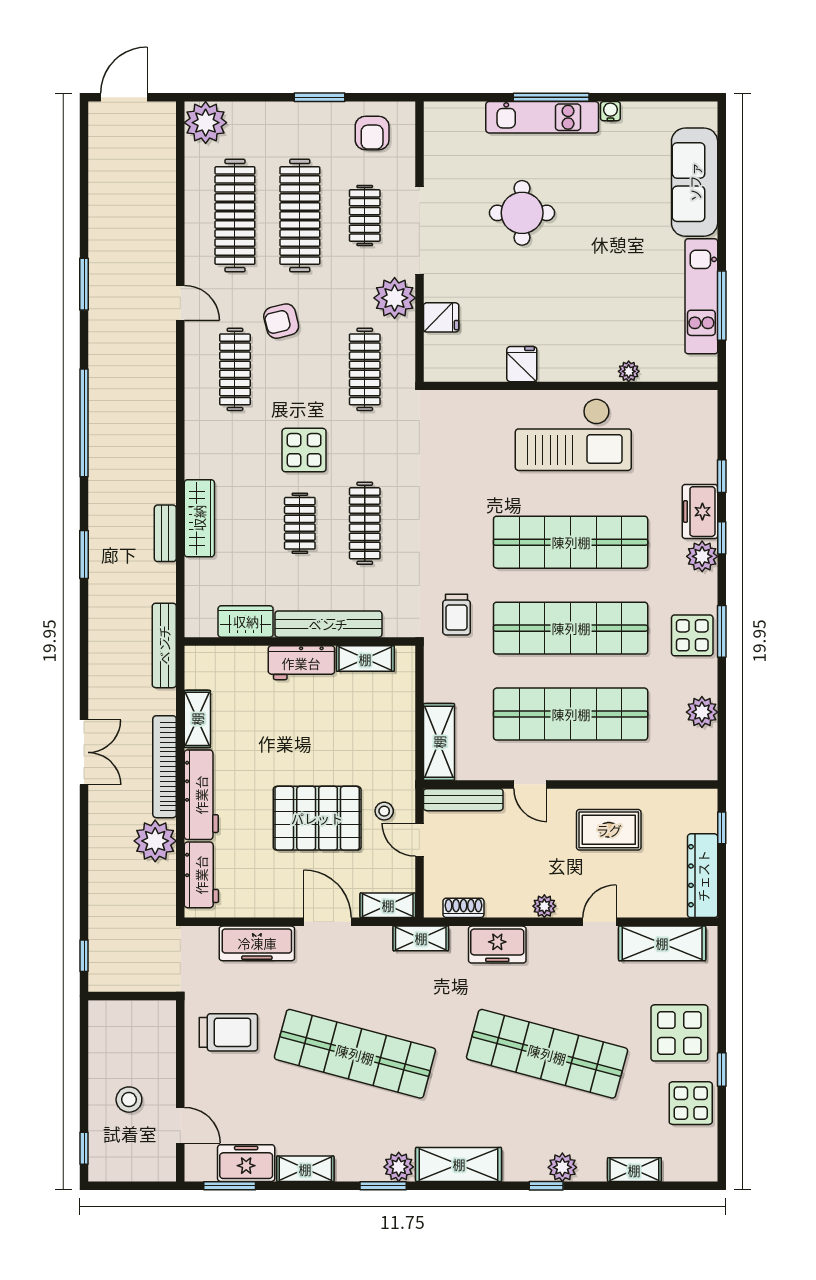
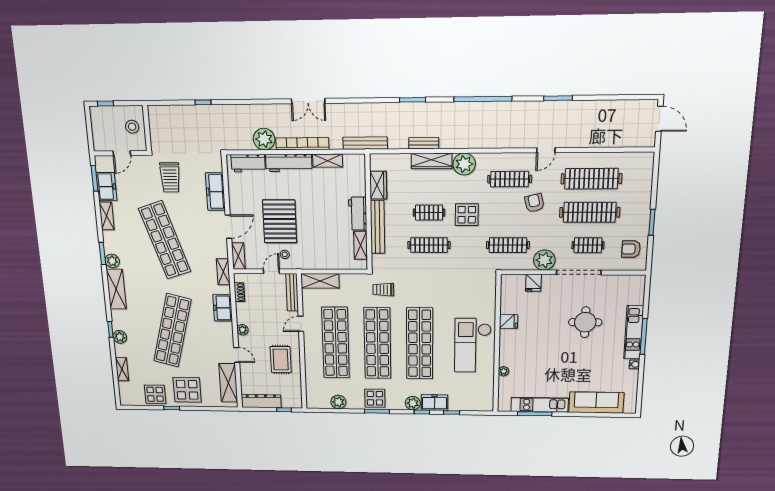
plant: (206, 123) -> (464, 164), moved
wall: (132, 996) -> (147, 128), moved
shop shelf: (355, 1054) -> (165, 240), turned -33

